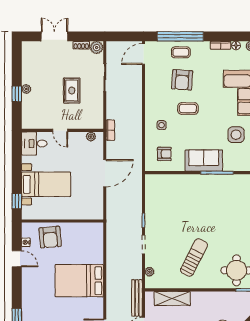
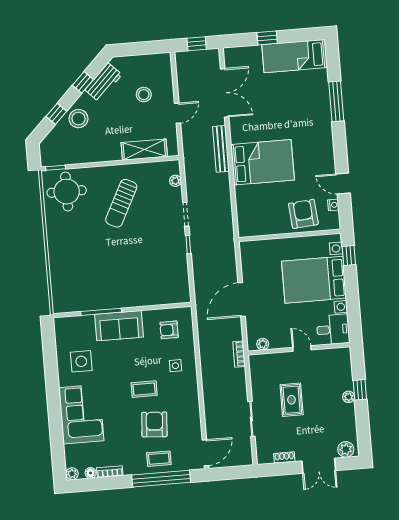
plant: (97, 48) -> (346, 449), moved
bed with nightstands: (46, 184) -> (314, 280), width x1.36
bench: (137, 298) -> (221, 149), moved

